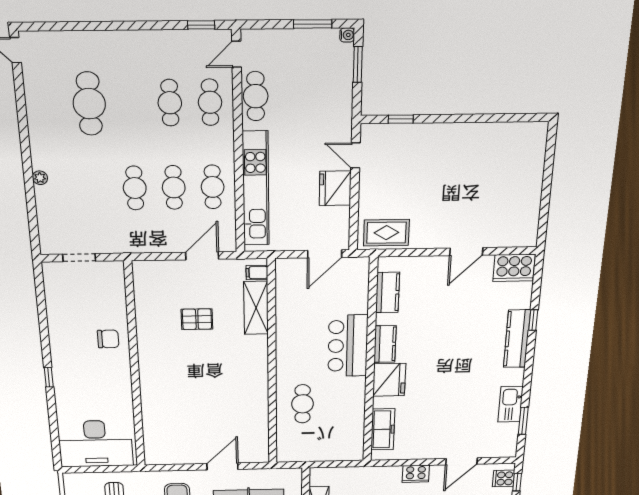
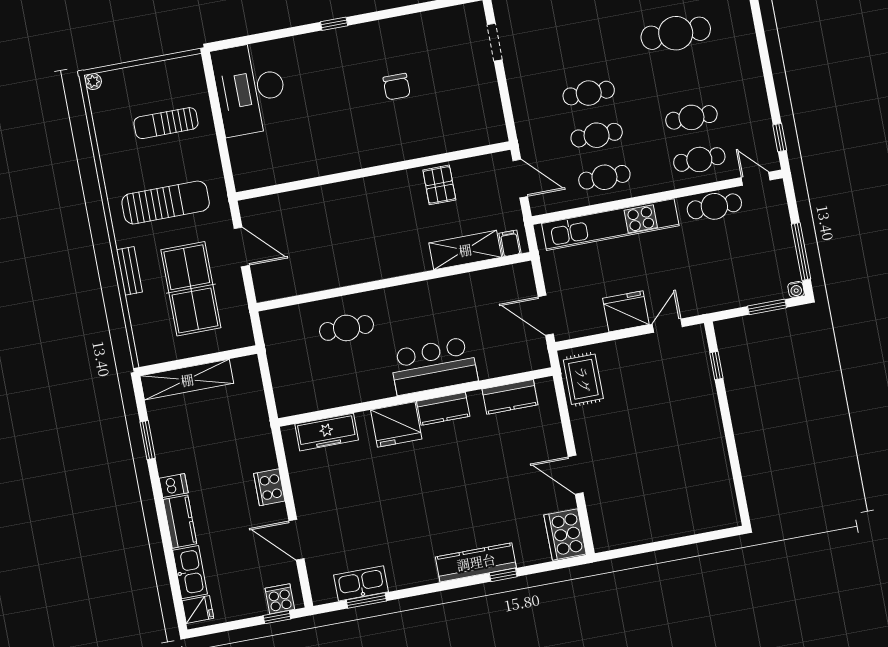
window: (313, 24) -> (801, 252), width x1.44
wall: (135, 367) -> (373, 171), moved
kitchen sink: (510, 404) -> (361, 583), moved

